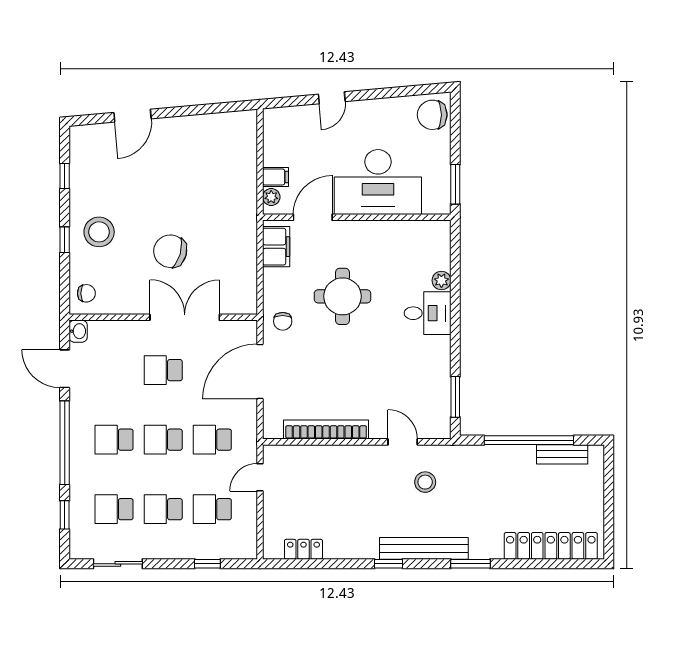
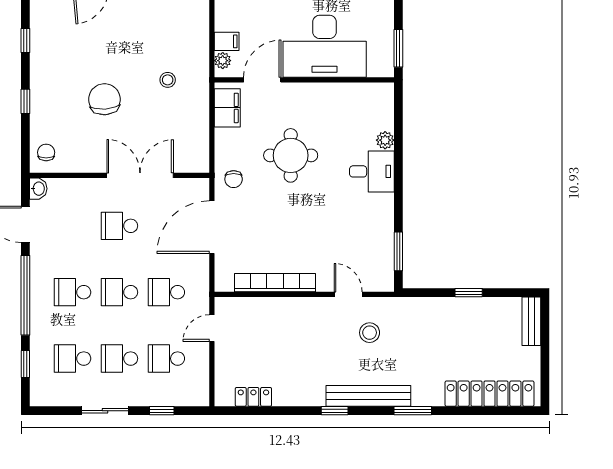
stool: (99, 232) -> (168, 80), moved, width x0.53, depth x0.53
chair: (170, 251) -> (104, 99), moved, turned 70
chair: (86, 293) -> (46, 152), turned -90
window: (529, 440) -> (469, 293), width x0.32
bench: (562, 454) -> (531, 321), moved, turned 90
sliding door: (118, 564) -> (105, 411), moved

